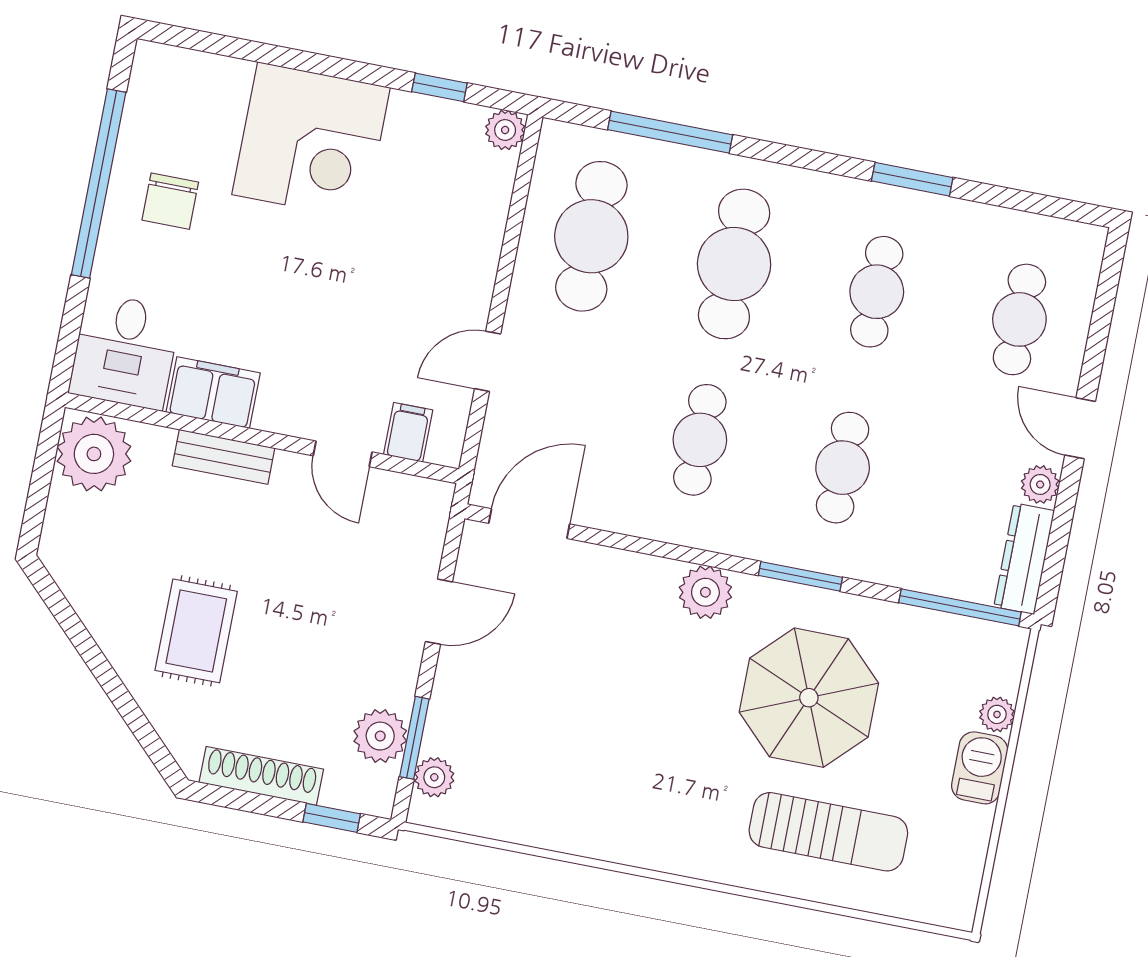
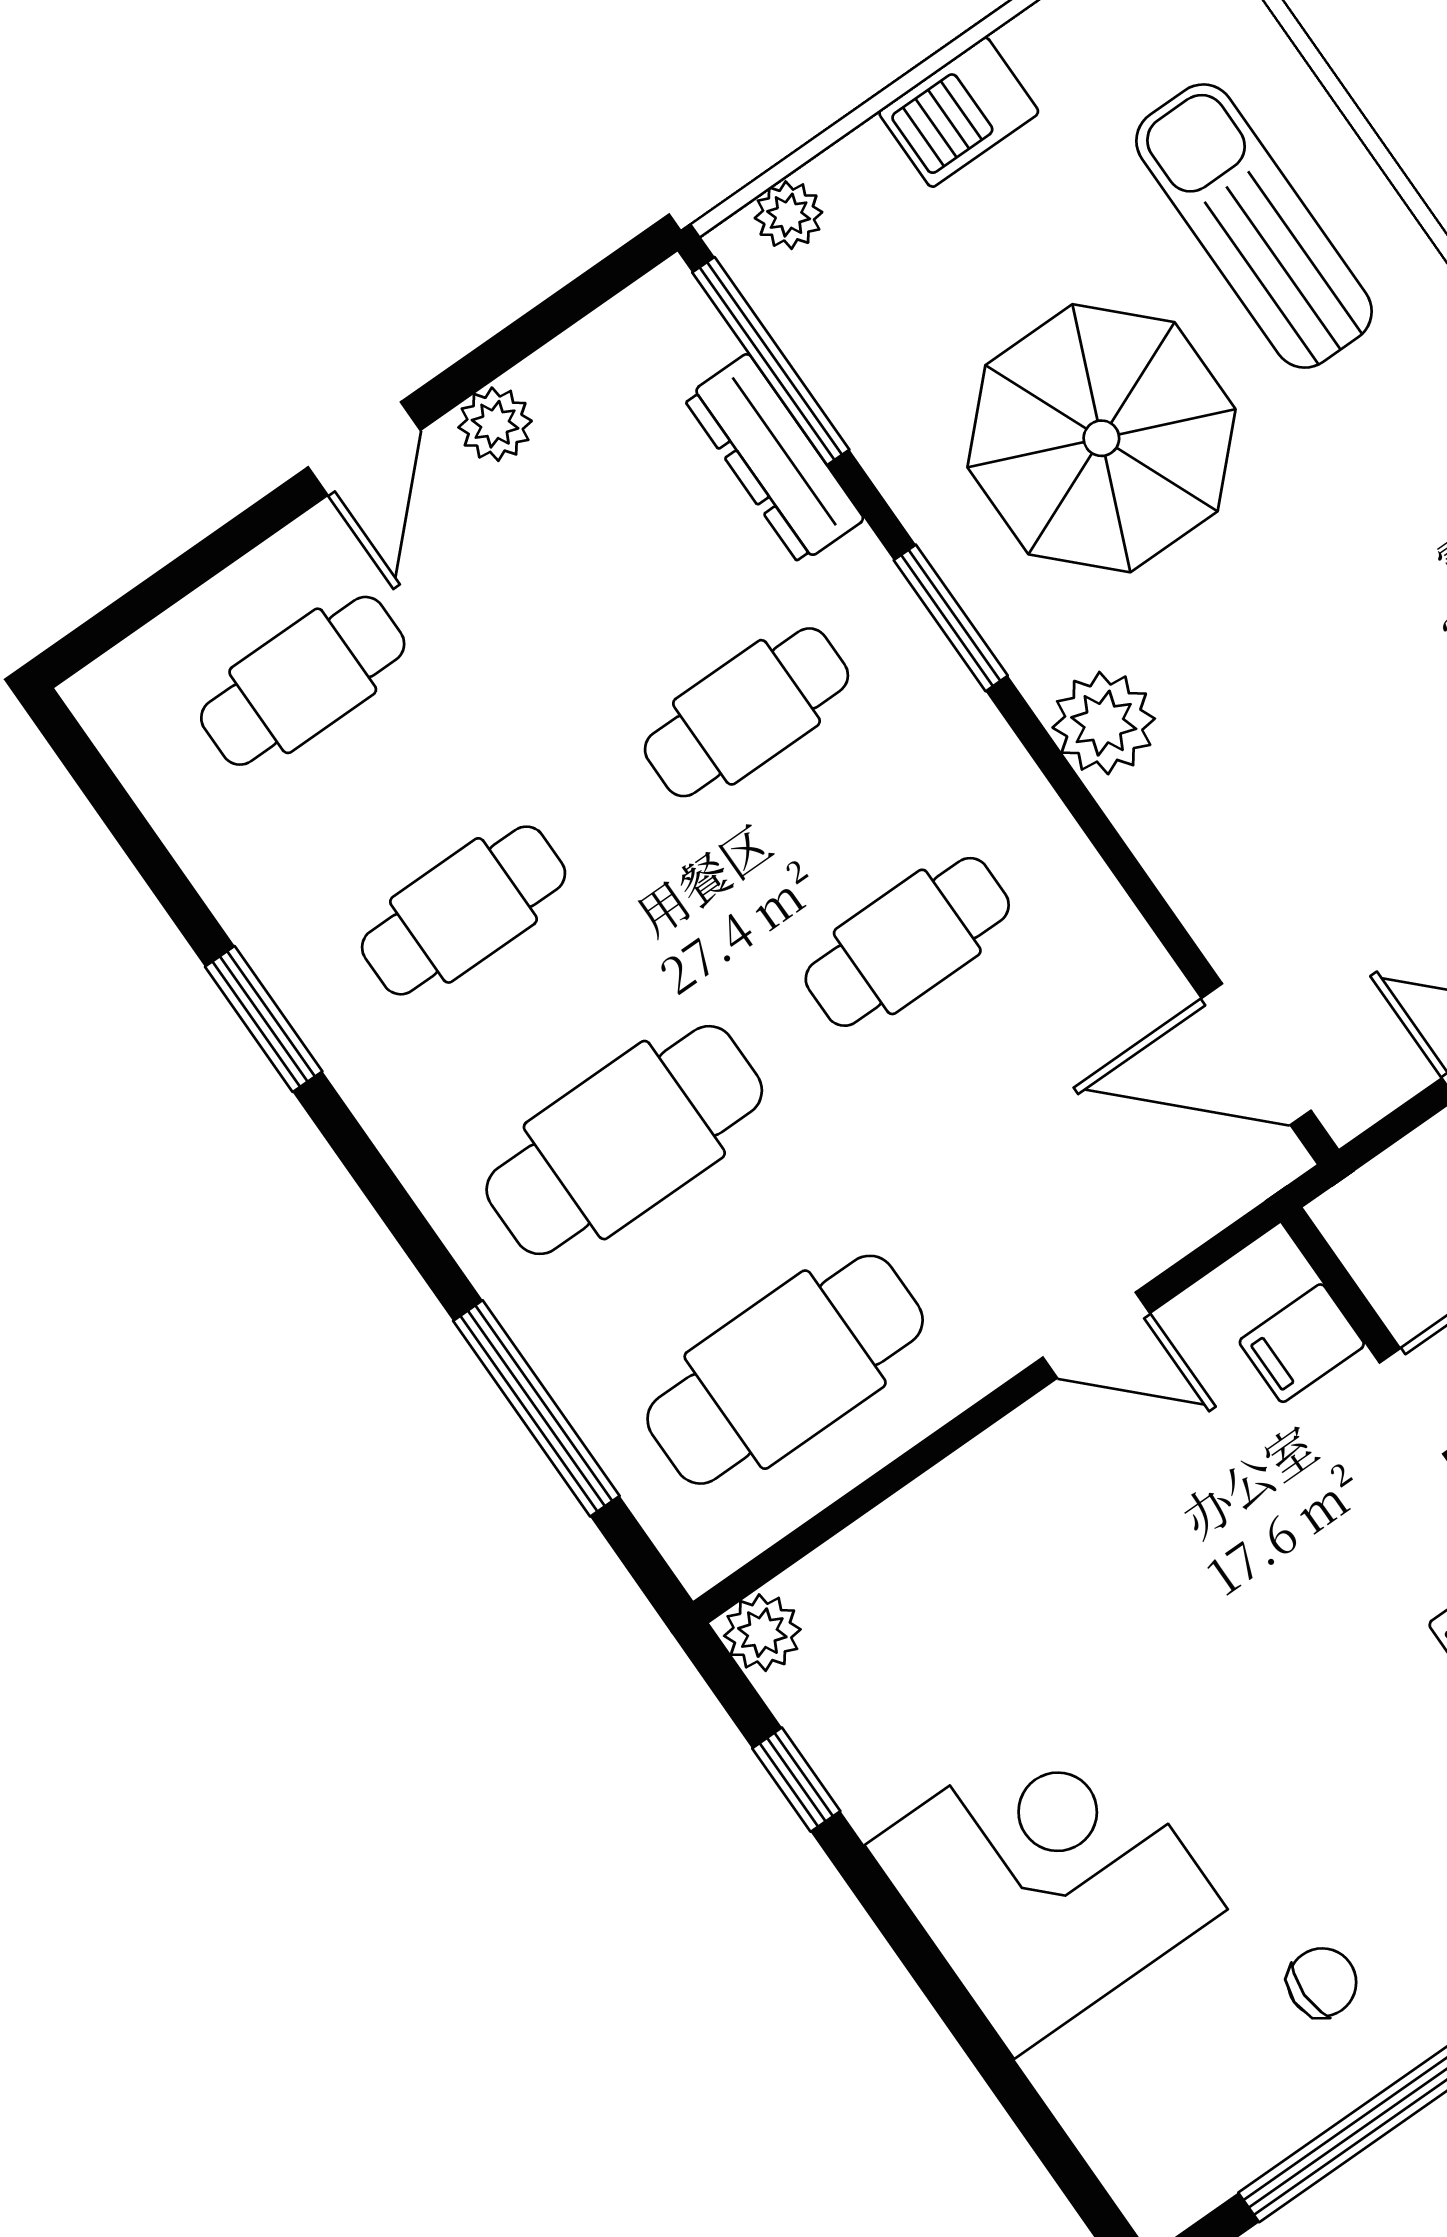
chair: (170, 201) -> (1322, 1982), width x0.73, depth x0.73
dresser: (1024, 559) -> (774, 459), moved, turned 90
plant: (997, 714) -> (789, 215), moved

